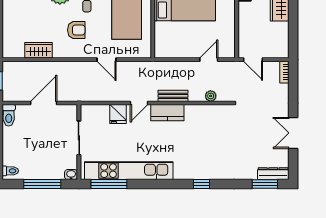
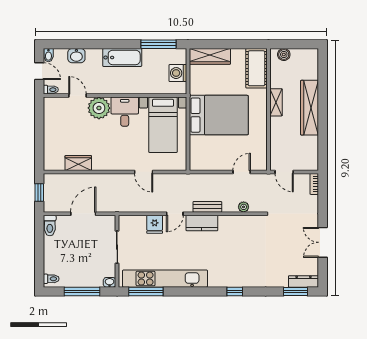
armchair: (76, 30) -> (115, 144), removed

